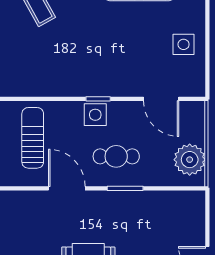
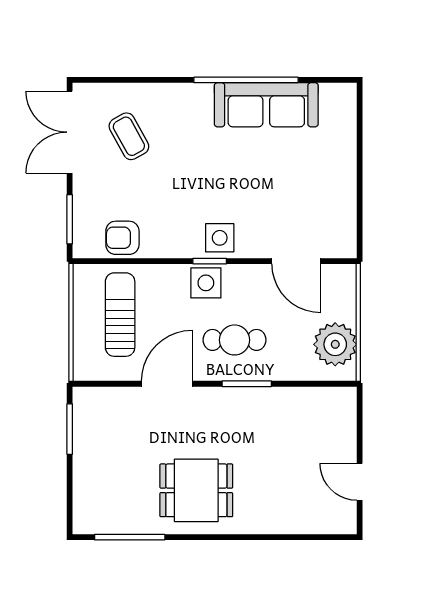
side table: (184, 44) -> (220, 238), moved
armchair: (34, 82) -> (122, 238), added
door: (67, 188) -> (167, 384), hinge flipped

